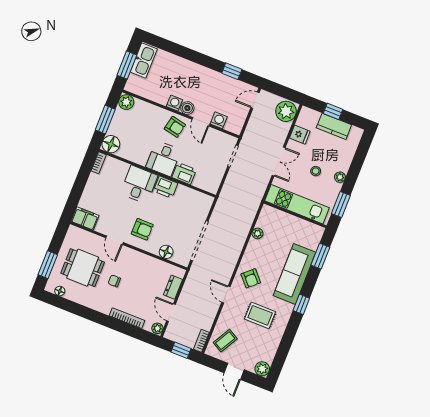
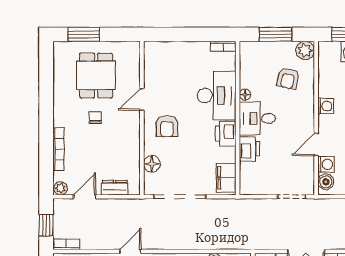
boiler: (187, 108) -> (326, 182), moved
armchair: (175, 127) -> (288, 78), moved
floor lamp: (111, 144) -> (245, 95), moved, width x0.53, depth x0.53
desk: (139, 184) -> (217, 96), width x1.37
filing cabinet: (85, 218) -> (226, 178), moved, turned 180
floor lamp: (60, 291) -> (59, 60), removed

